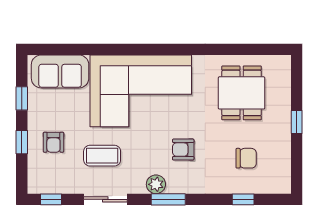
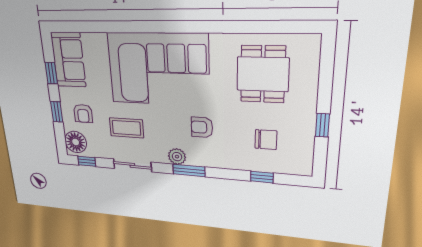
sofa: (60, 71) -> (68, 60), moved, turned -90
window: (297, 122) -> (322, 125), moved
floor lamp: (40, 177) -> (76, 142), added

